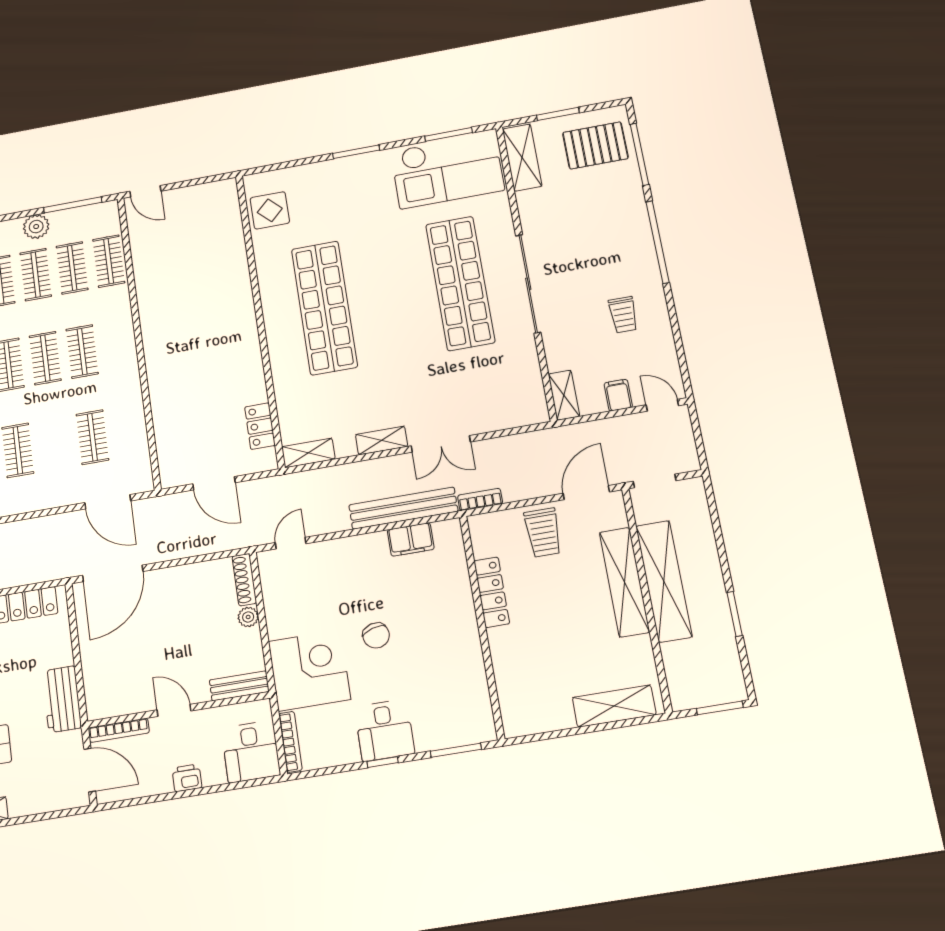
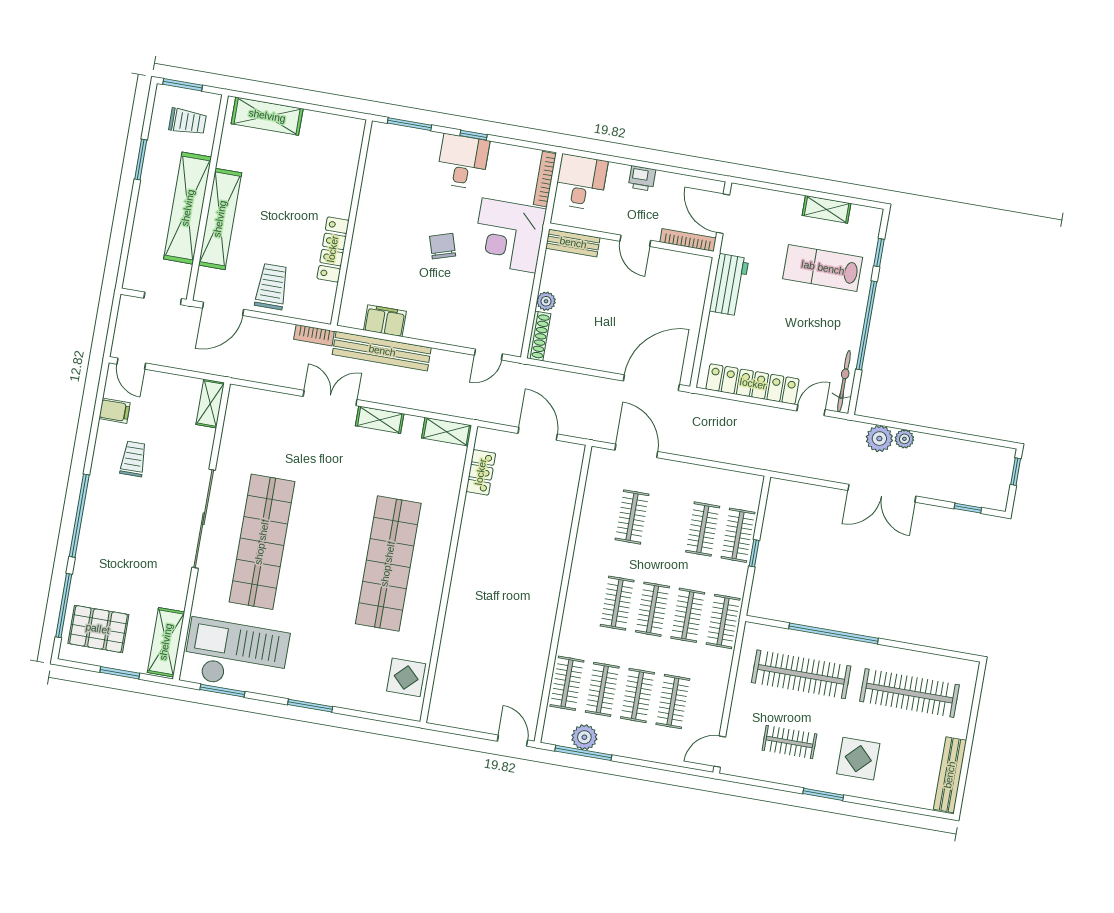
plant: (36, 227) -> (584, 737), moved
filing cabinet: (618, 395) -> (115, 411), moved, turned -90
trolley: (699, 671) -> (188, 122), added

